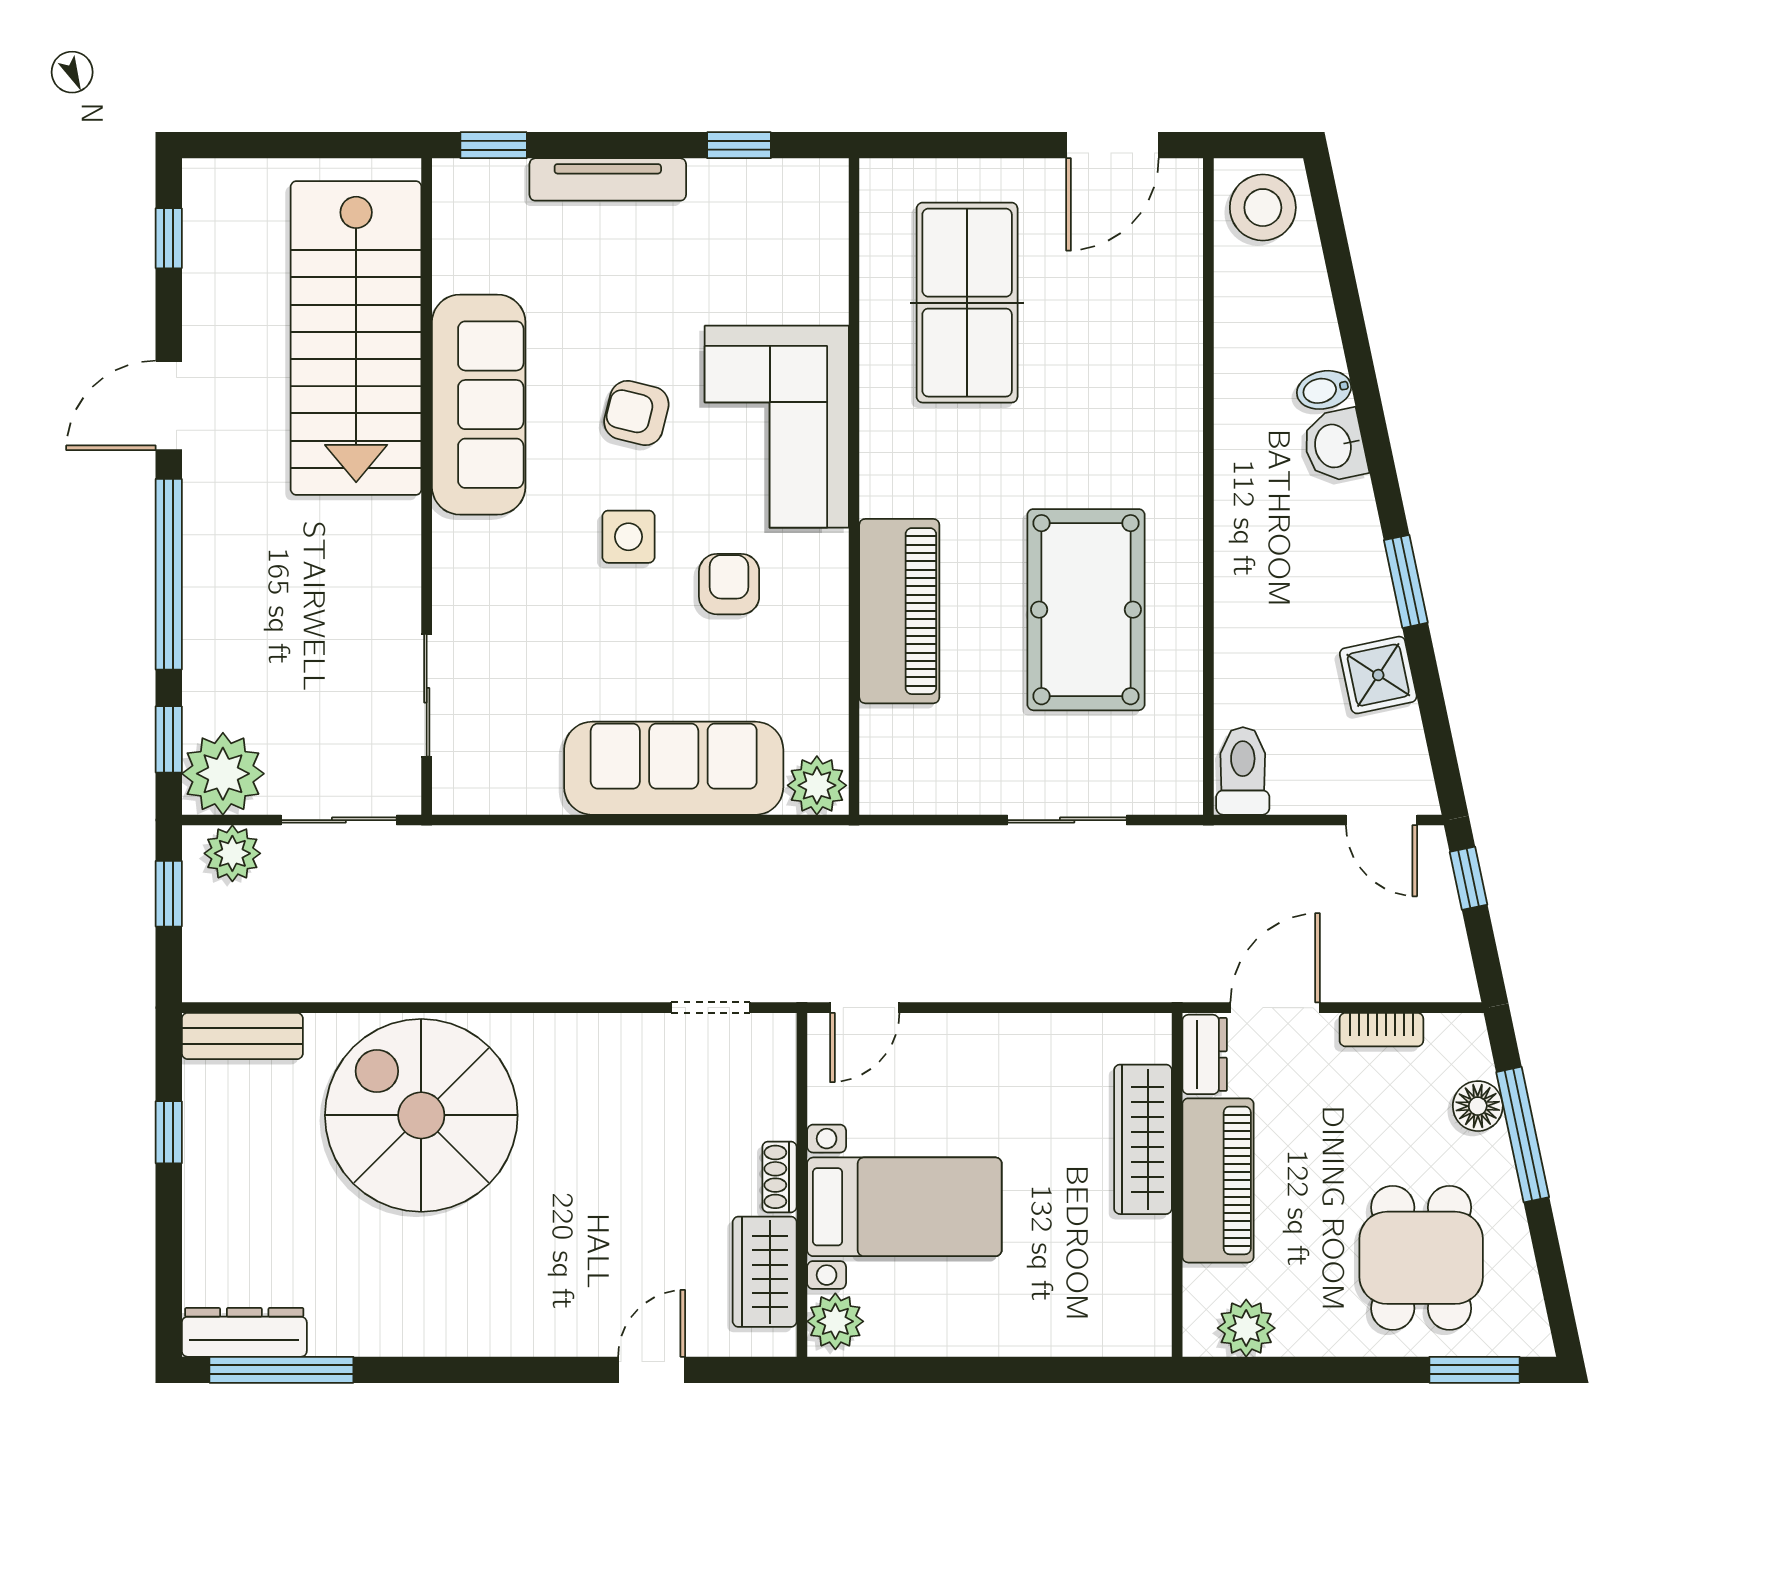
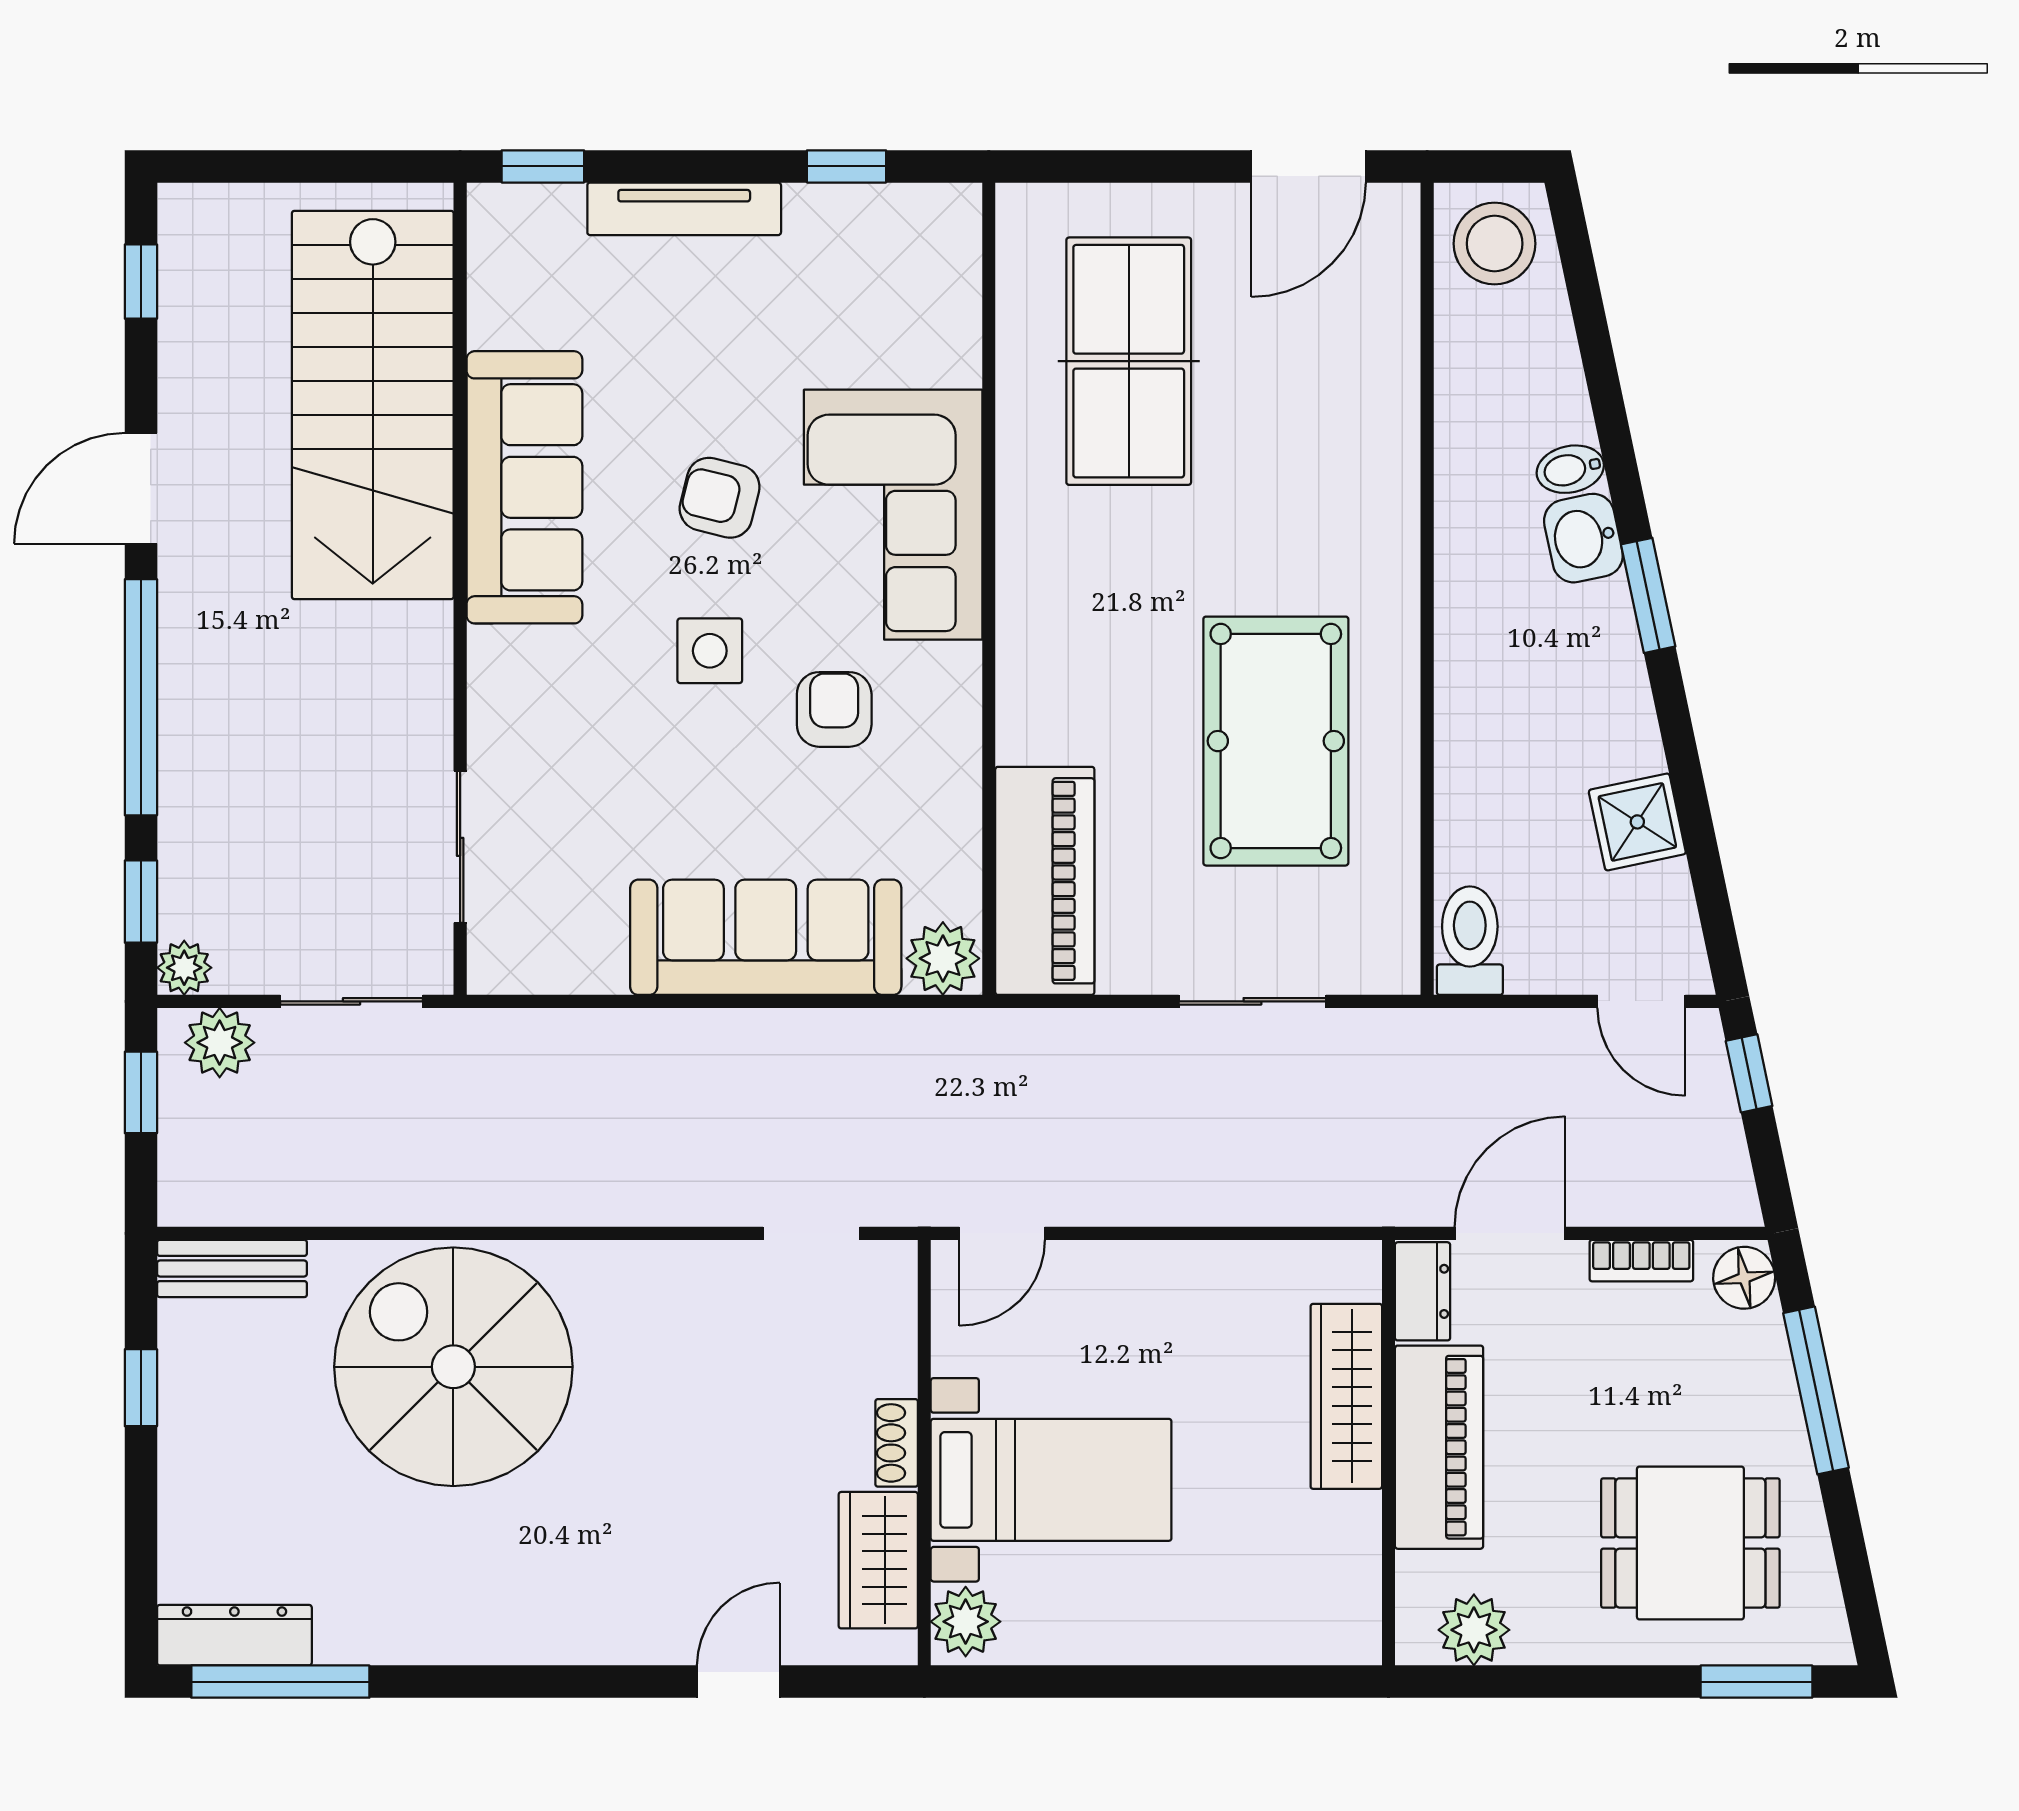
window: (1406, 581) -> (1648, 595), moved
piano: (899, 611) -> (1045, 881), moved
plant: (223, 774) -> (184, 968), width x0.53, depth x0.53
floor lamp: (1478, 1106) -> (1744, 1278), moved
dining table: (1421, 1258) -> (1690, 1543), turned 90

